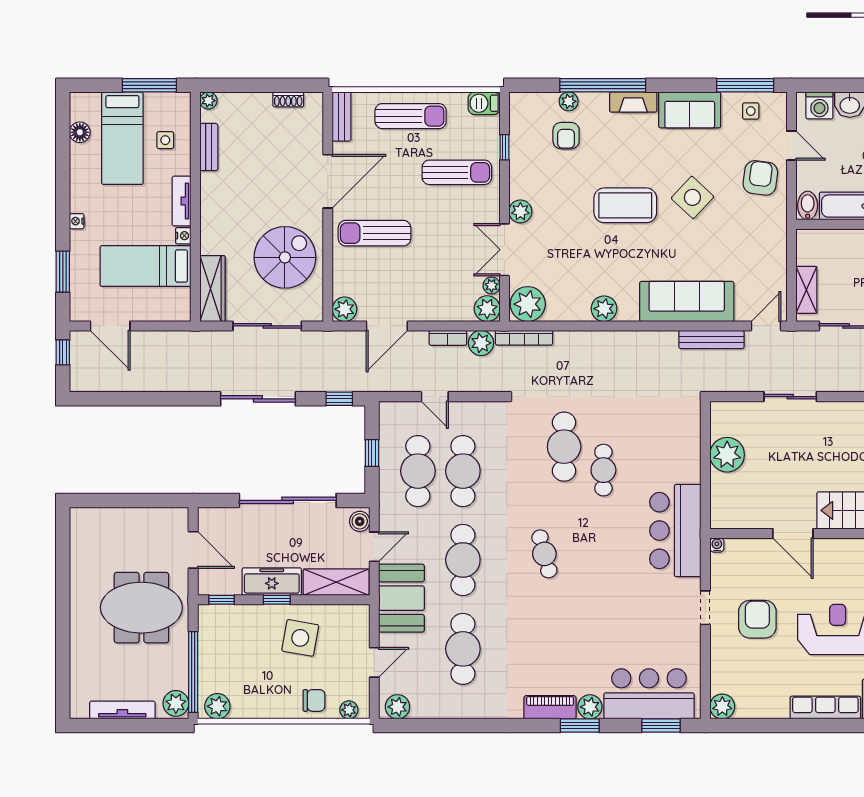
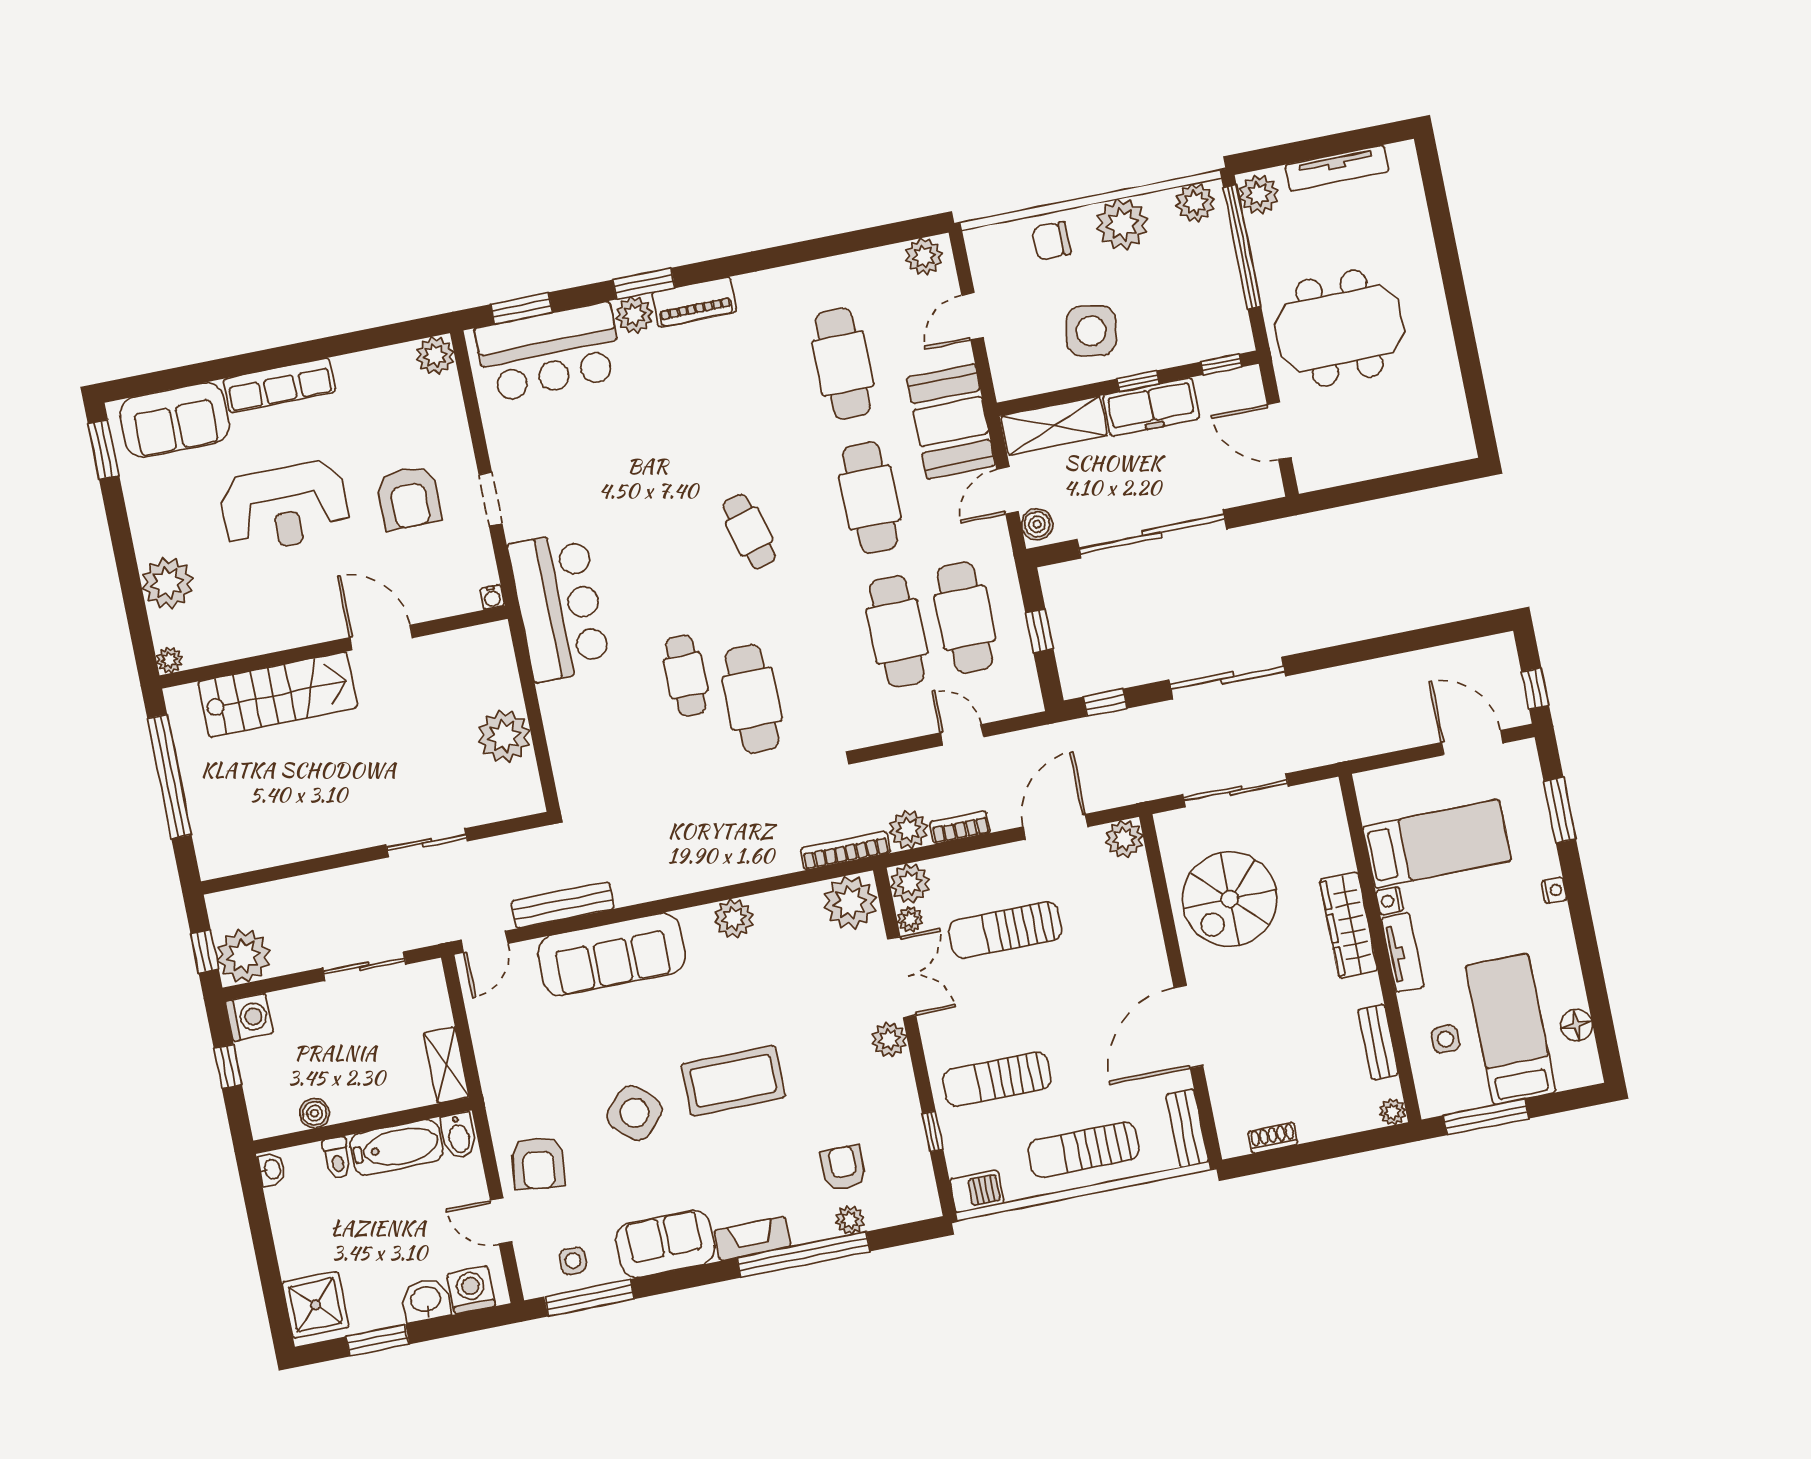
sun lounger: (375, 233) -> (1005, 930), moved, turned 180
wardrobe: (212, 289) -> (1349, 925), moved
shelving: (806, 290) -> (446, 1065), moved
plant: (349, 710) -> (1122, 224), moved, width x1.87, depth x1.87

